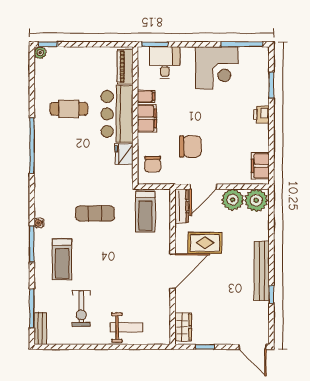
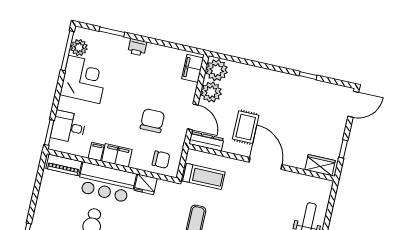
plant: (248, 55) -> (79, 48), added
filing cabinet: (260, 166) -> (193, 68), moved, turned 90
bench: (262, 271) -> (284, 80), removed

